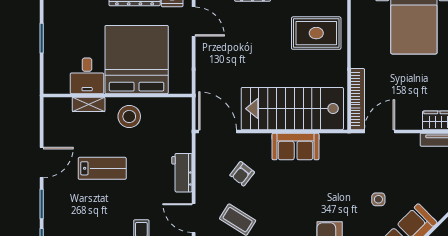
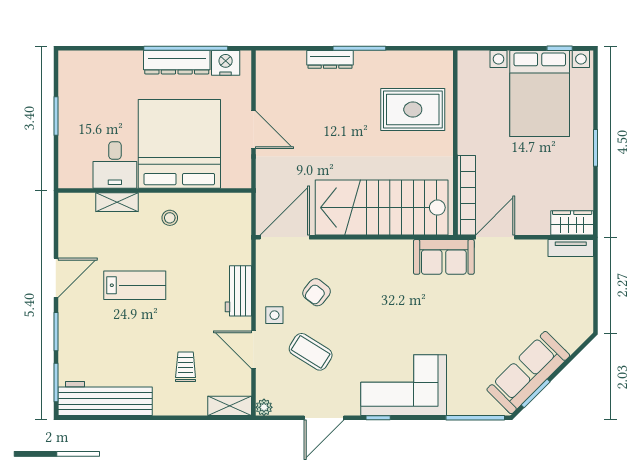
door: (194, 22) -> (253, 130), moved
stool: (129, 116) -> (170, 218), width x0.53, depth x0.53
door: (218, 131) -> (285, 237), hinge flipped
sofa: (296, 147) -> (444, 257), moved
side table: (378, 199) -> (274, 315), moved

